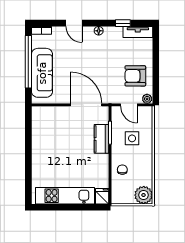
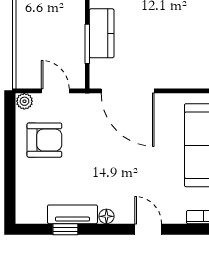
tv unit: (138, 32) -> (72, 214), moved
side table: (132, 138) -> (50, 34), removed

